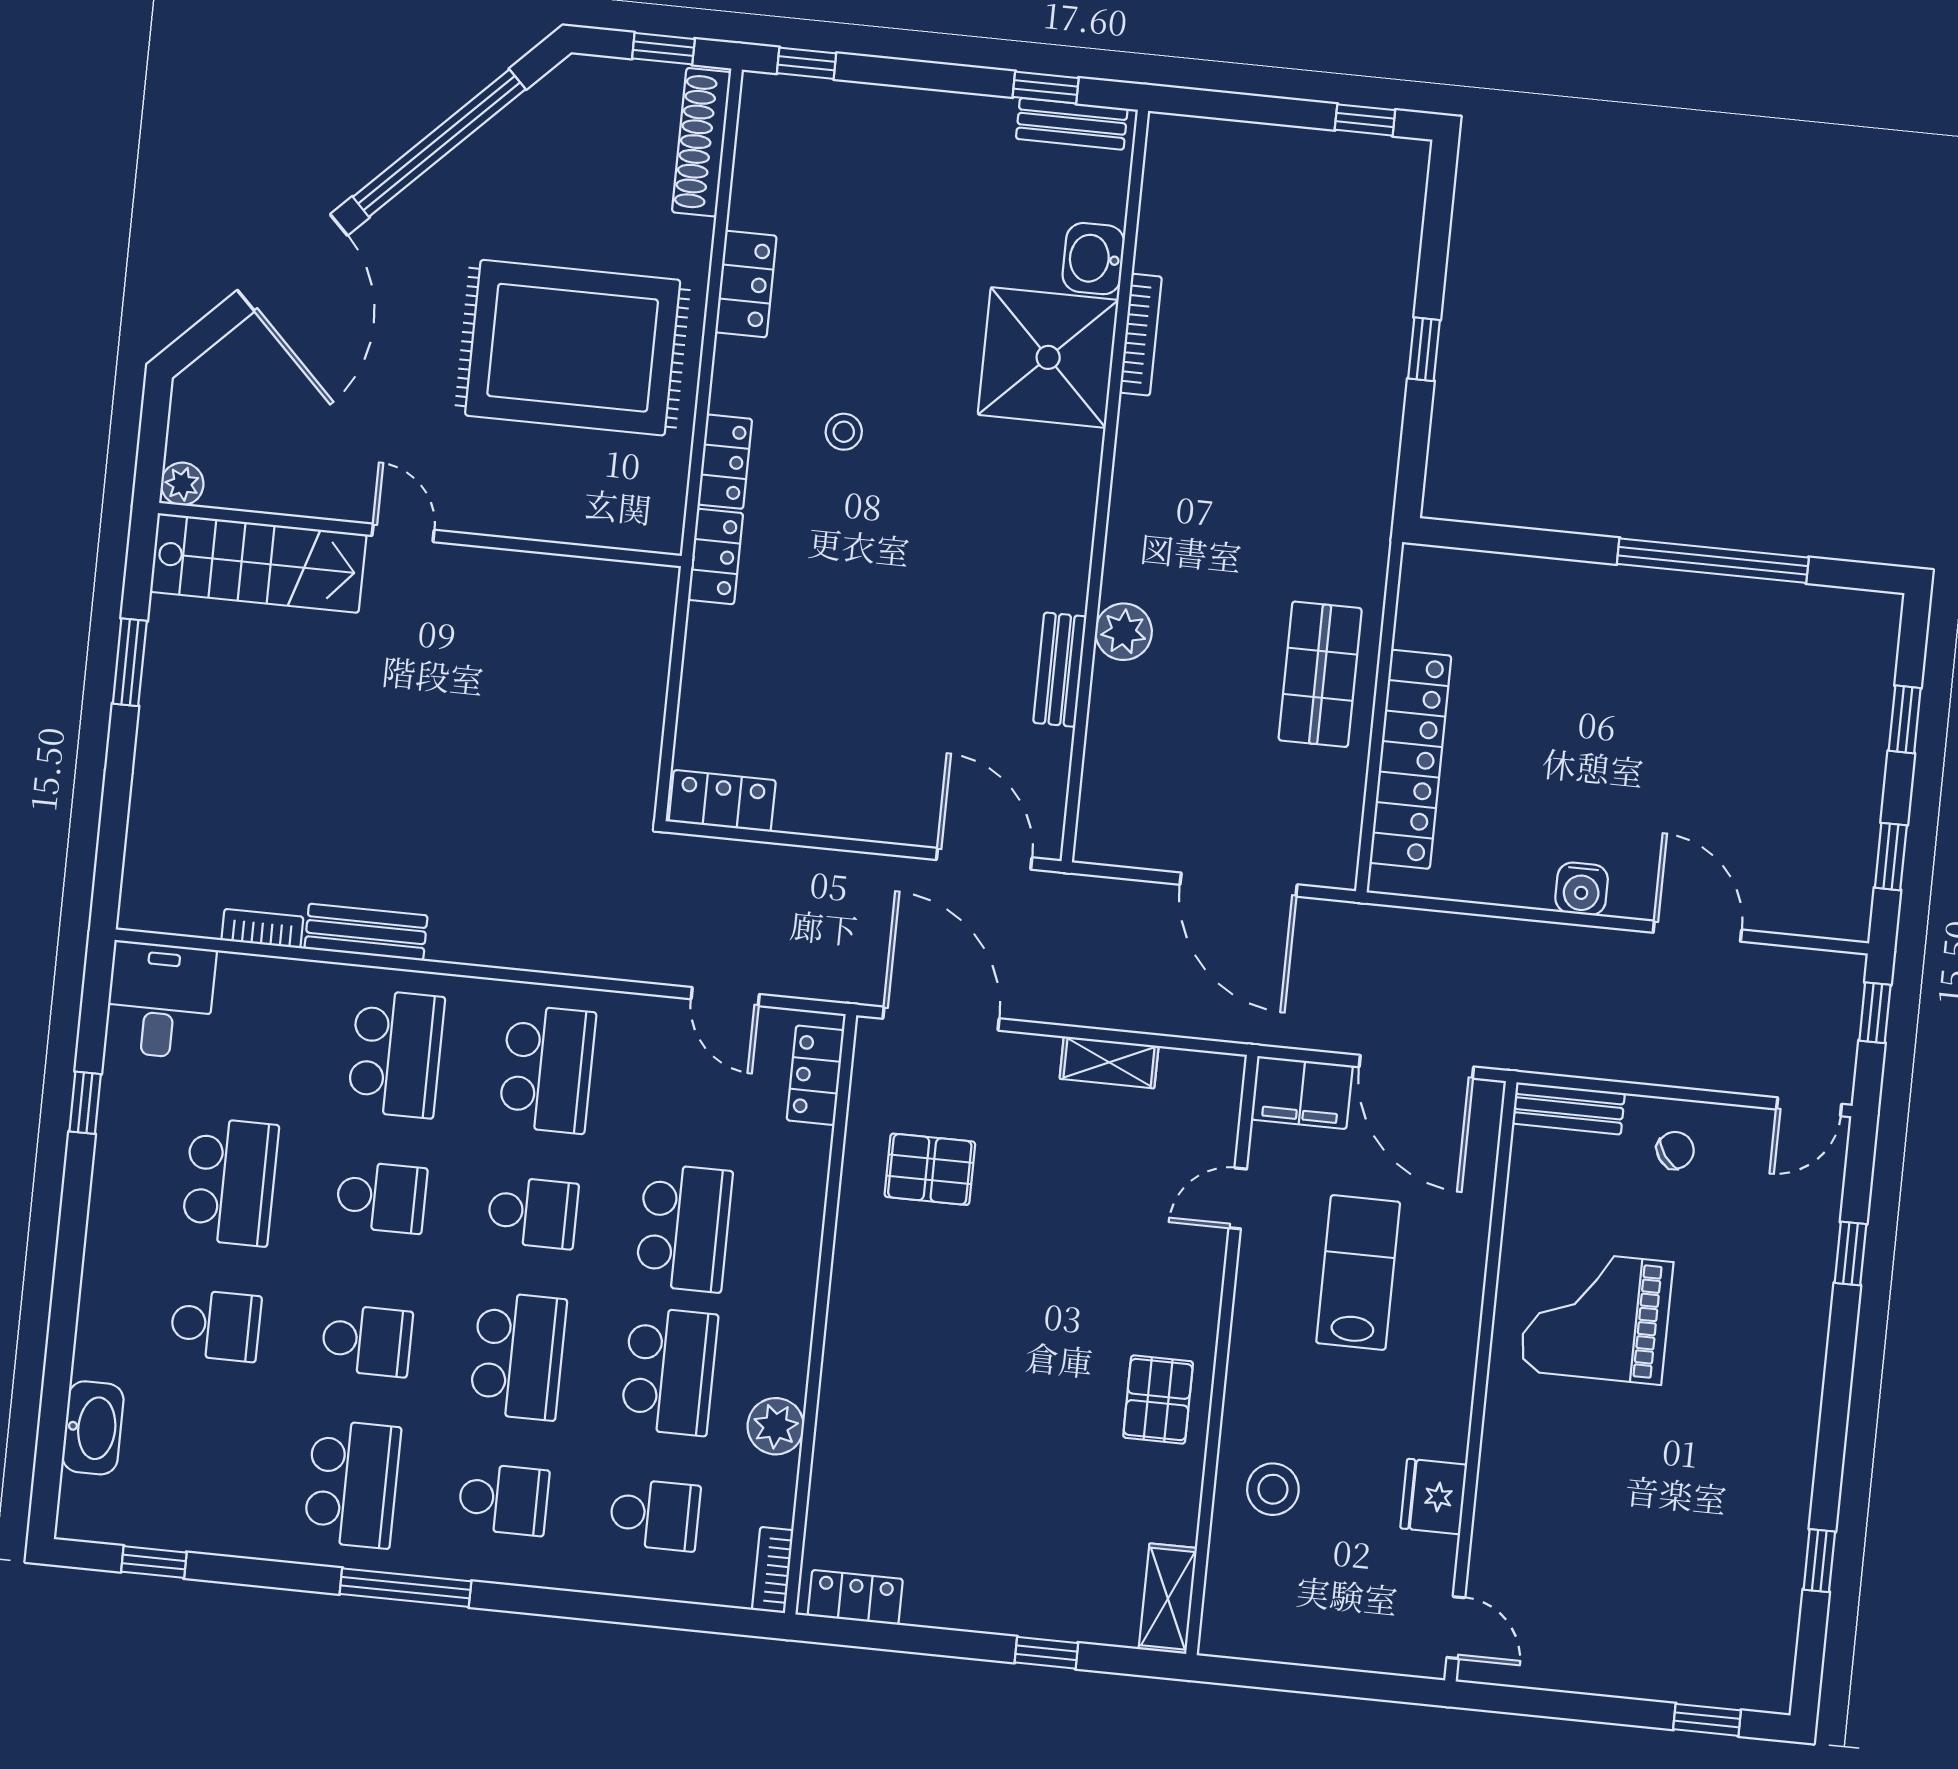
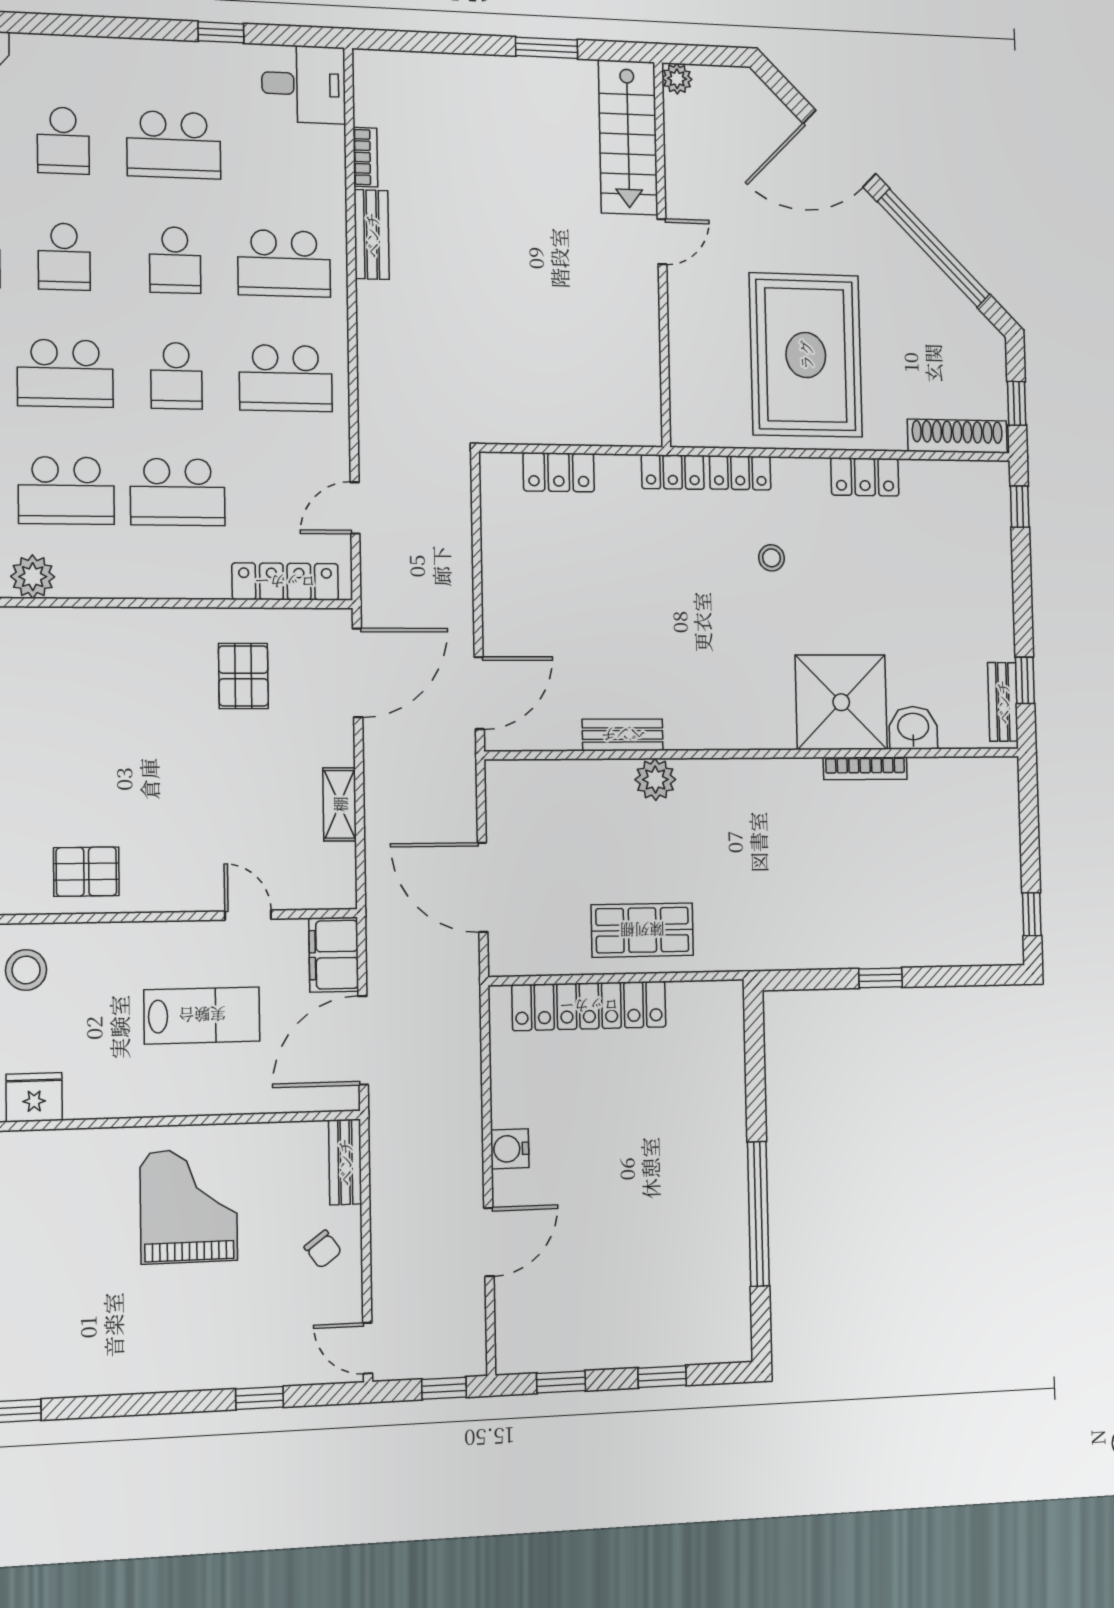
locker: (722, 801) -> (559, 472), moved, turned 90
door: (1239, 885) -> (483, 887), hinge flipped
locker: (815, 1075) -> (285, 582), width x1.53

